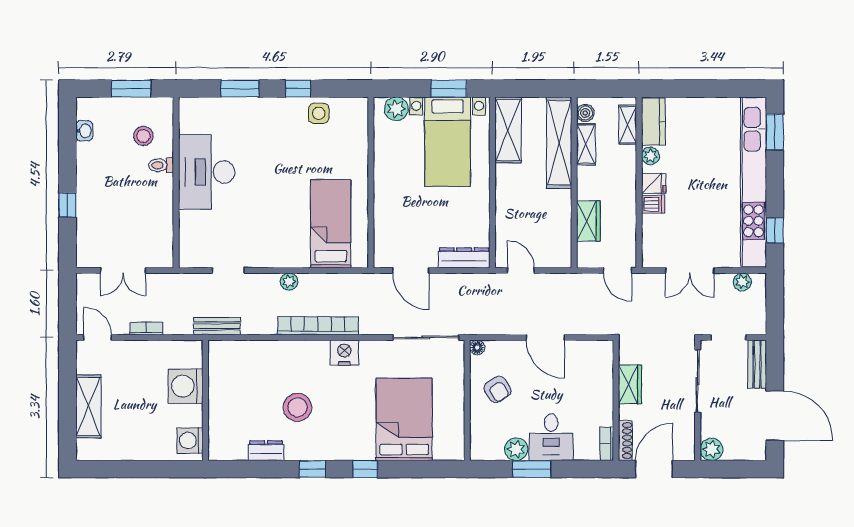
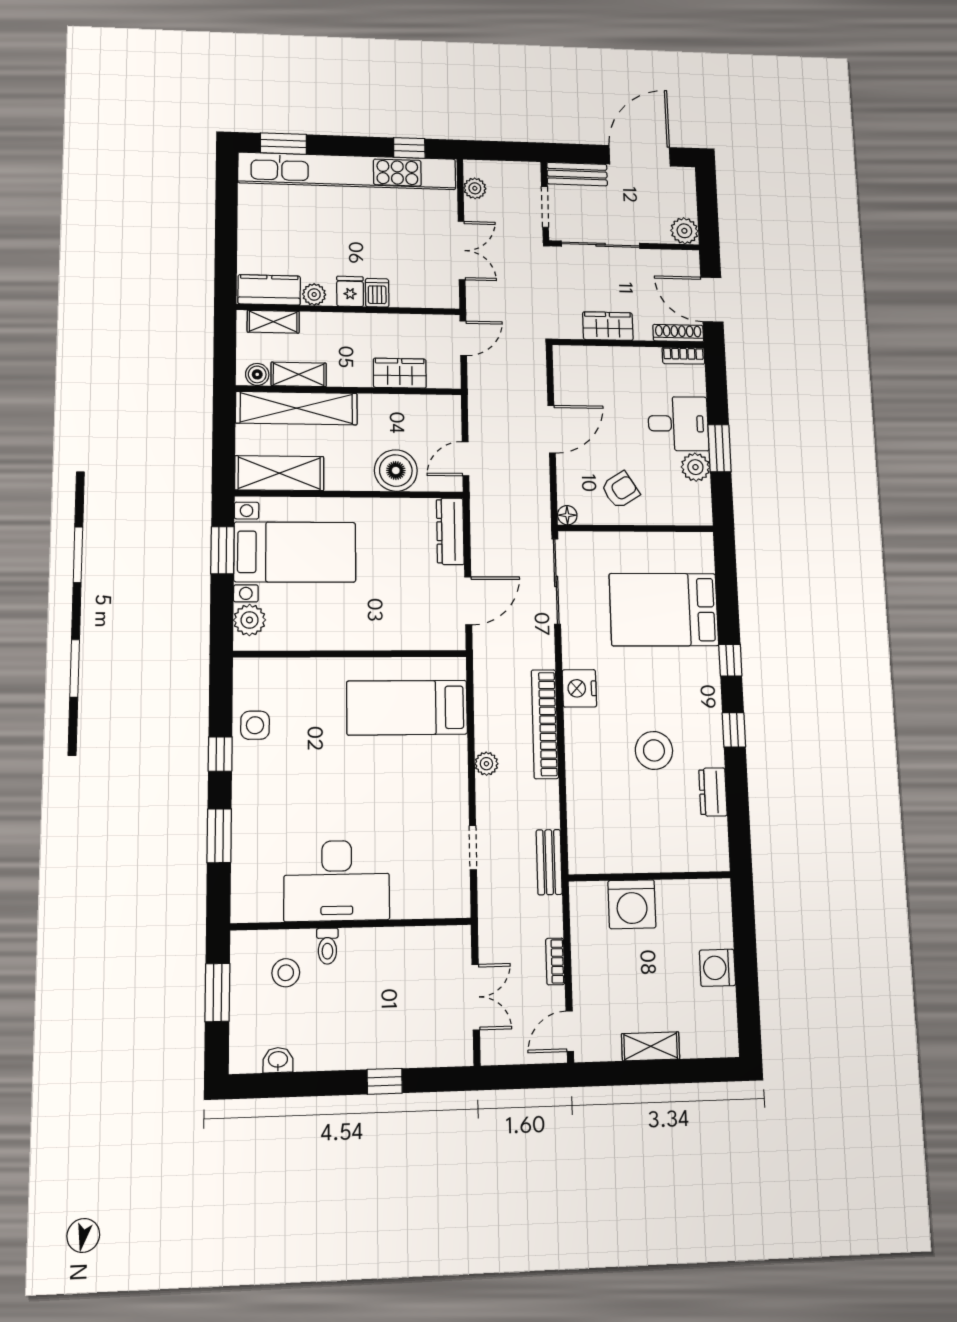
boiler: (511, 217) -> (396, 471), added
shelving: (88, 406) -> (651, 1046), width x0.67, depth x0.75
washing machine: (190, 440) -> (718, 968), moved, turned 90

